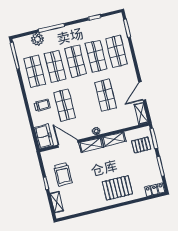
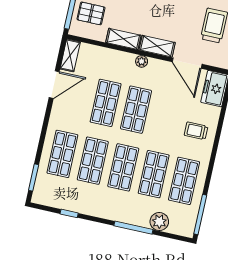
shop shelf: (65, 105) -> (136, 110), moved

